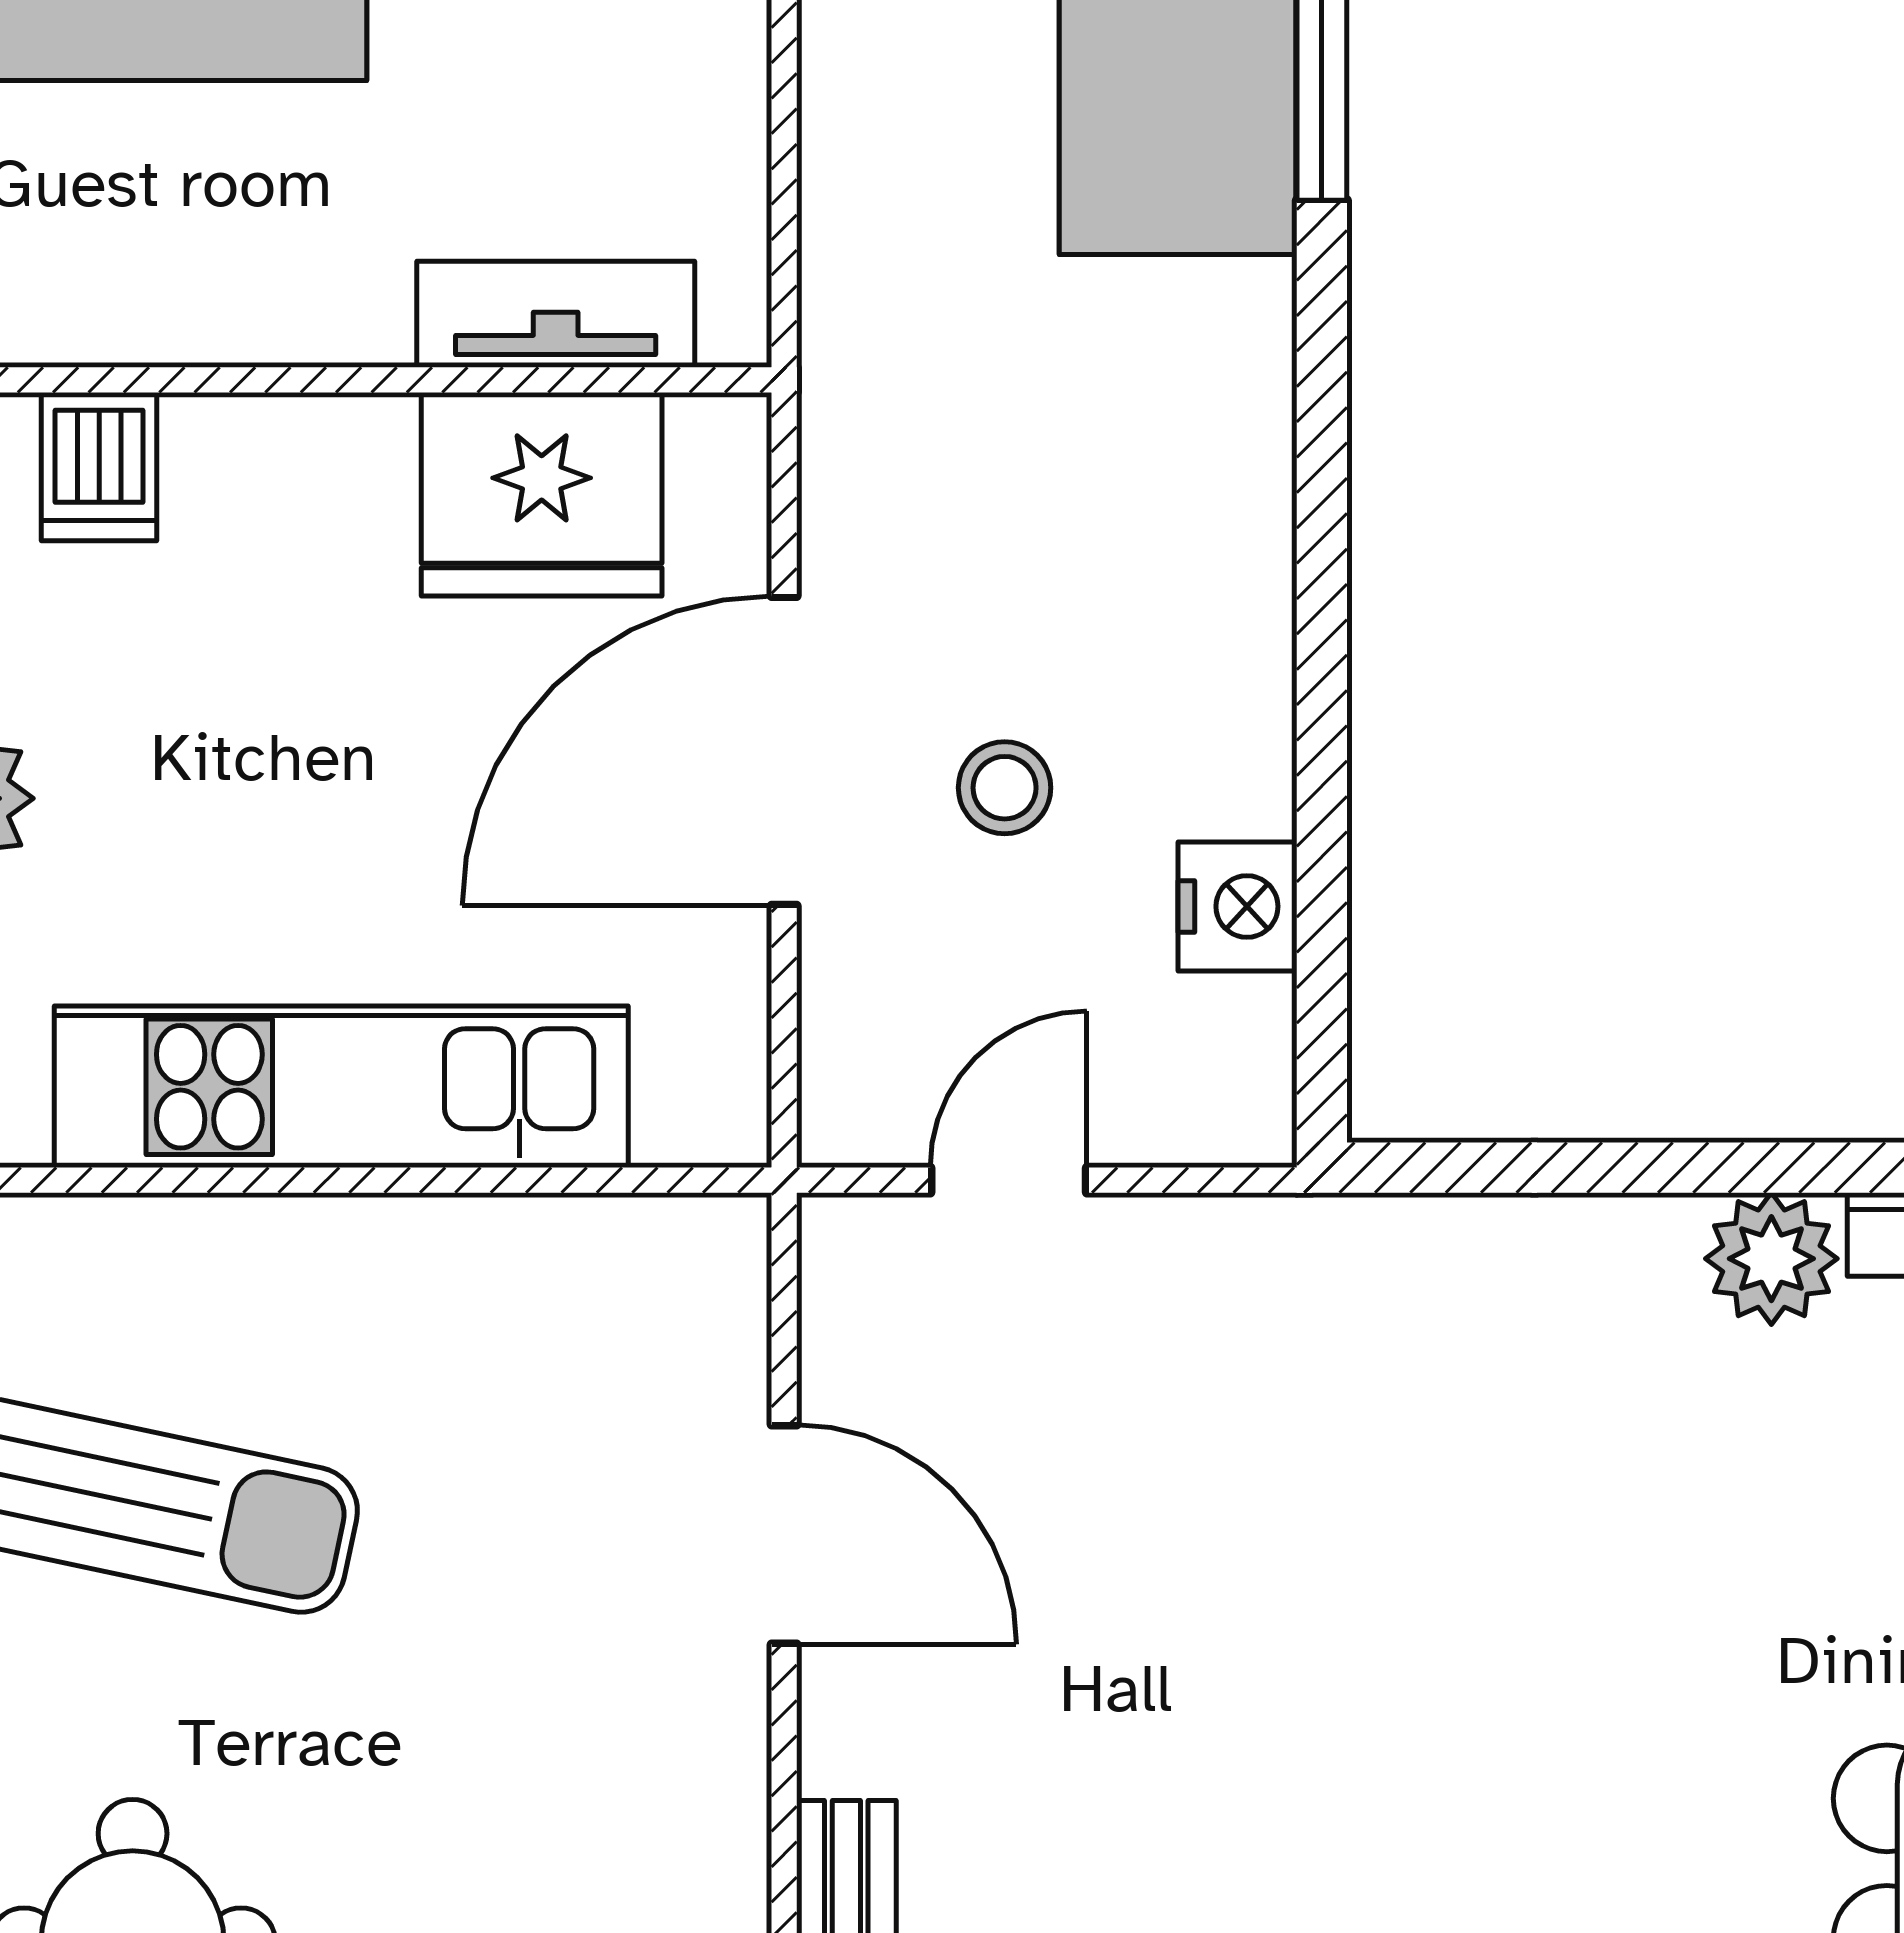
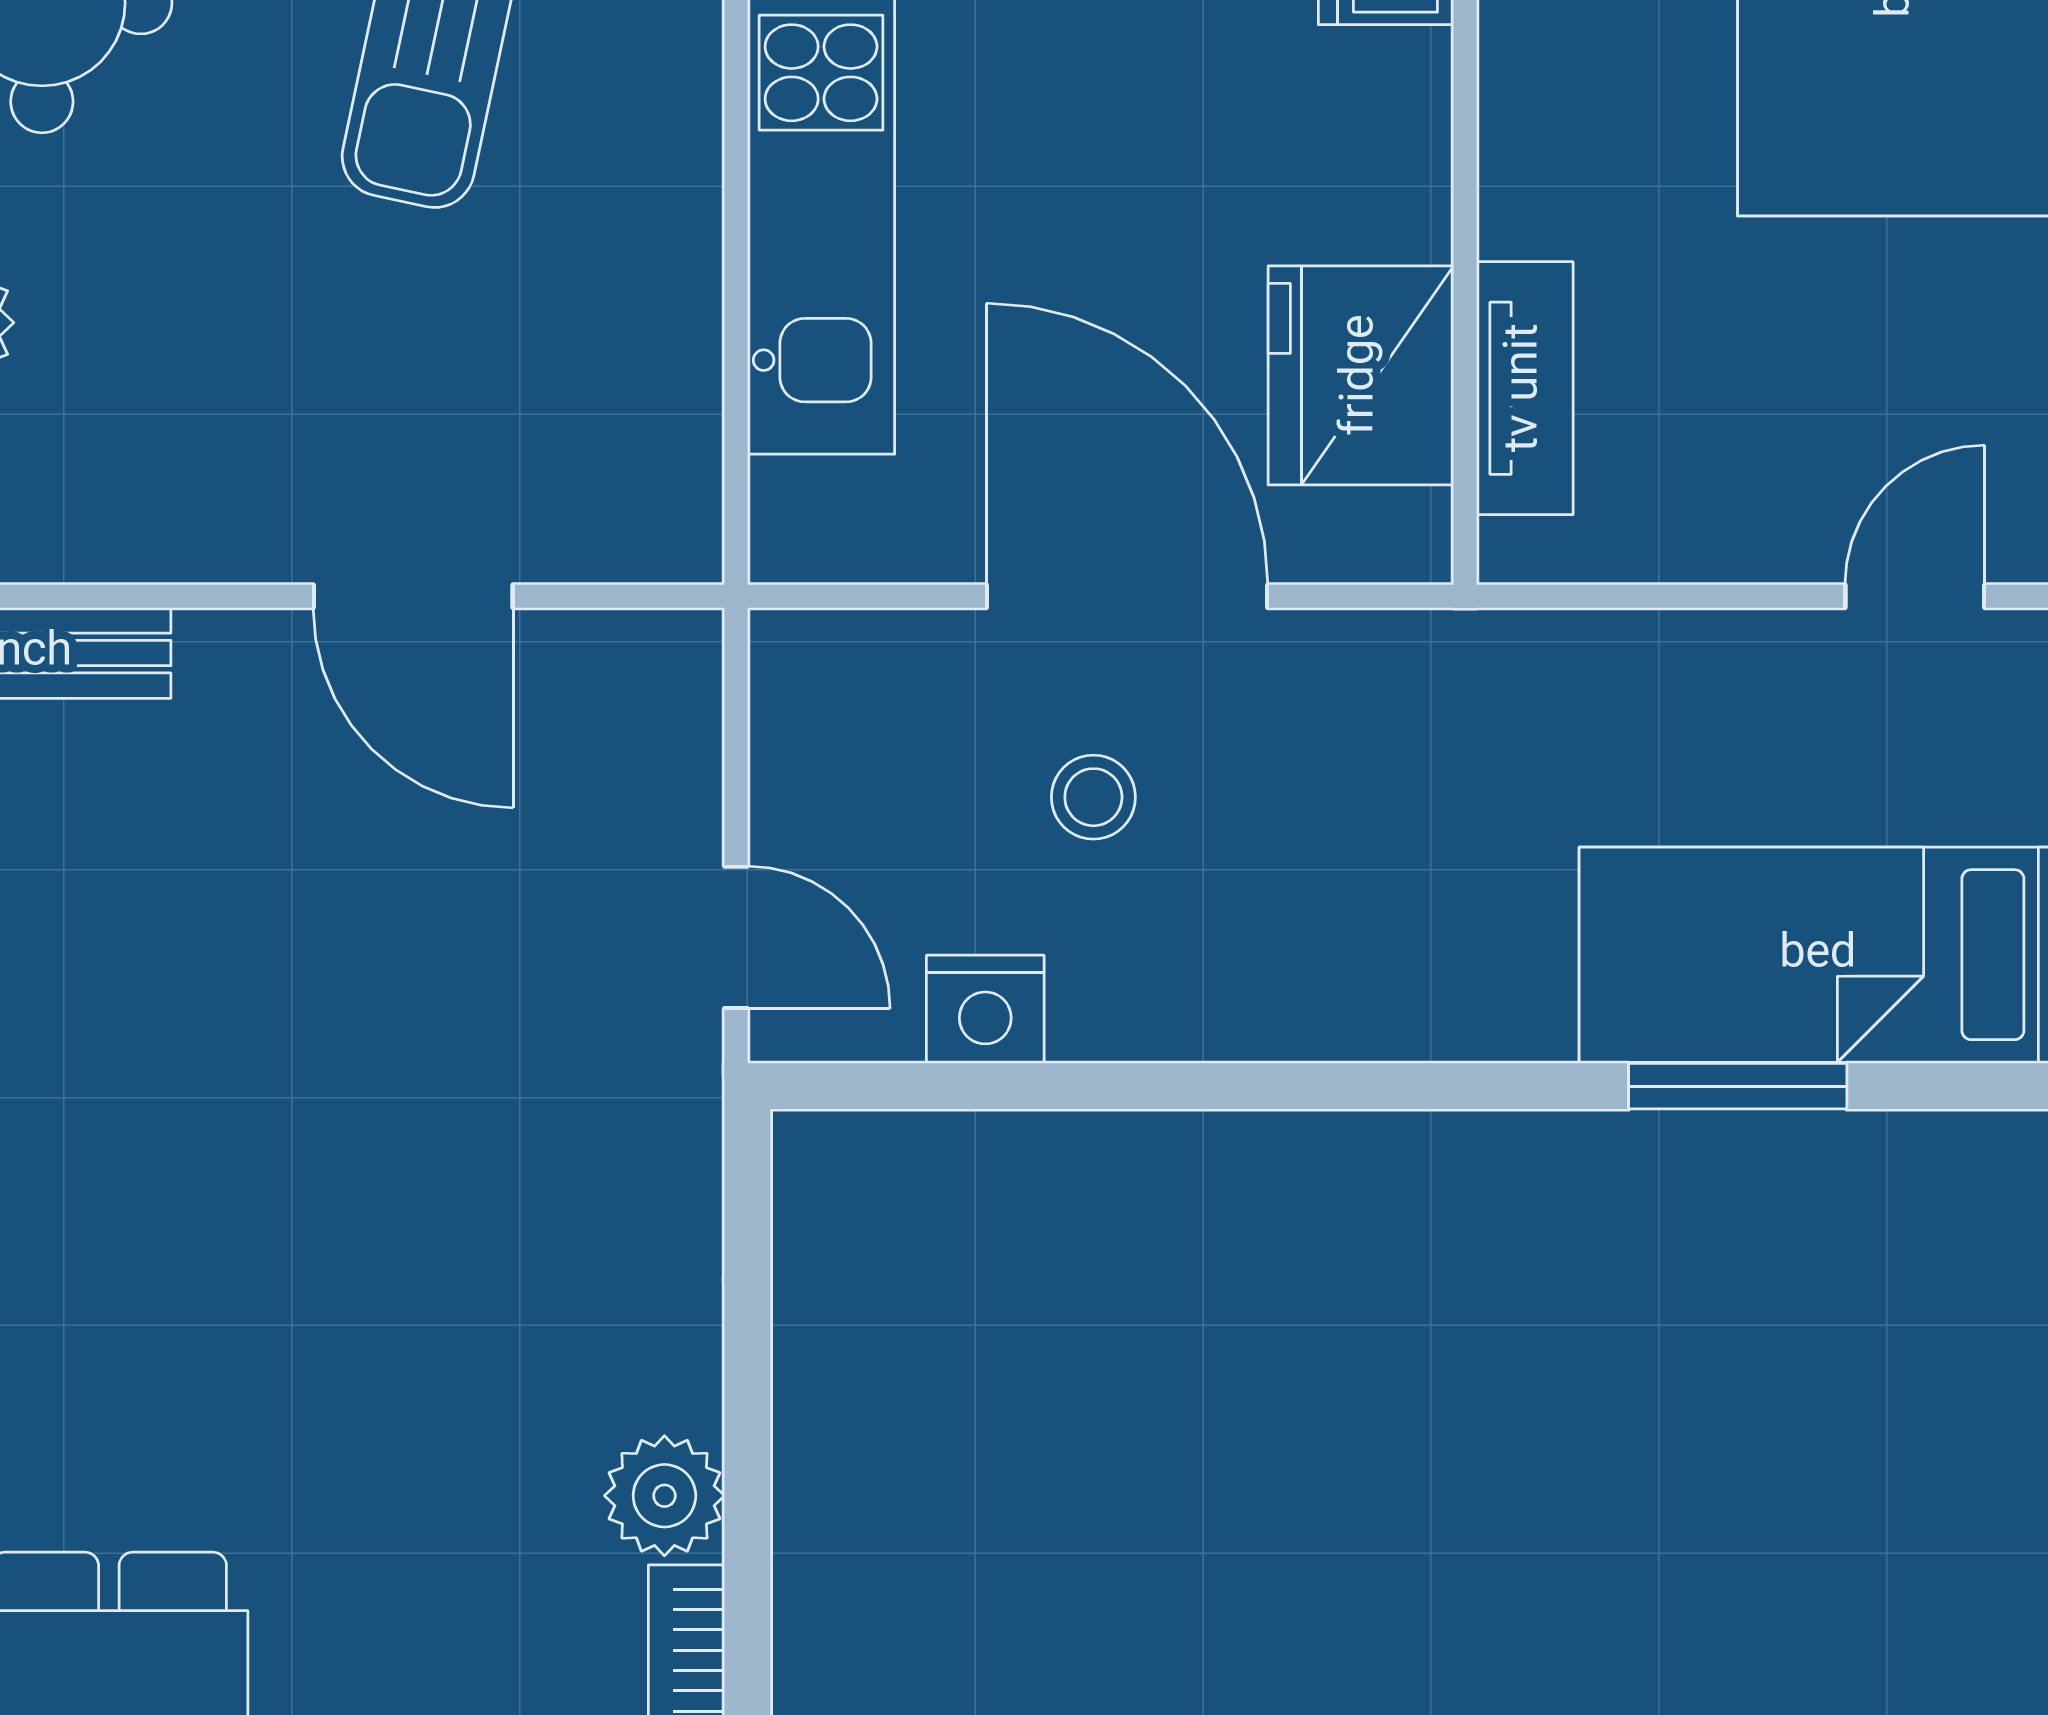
door: (1009, 1180) -> (736, 937), moved
door: (784, 1535) -> (413, 596), hinge flipped

